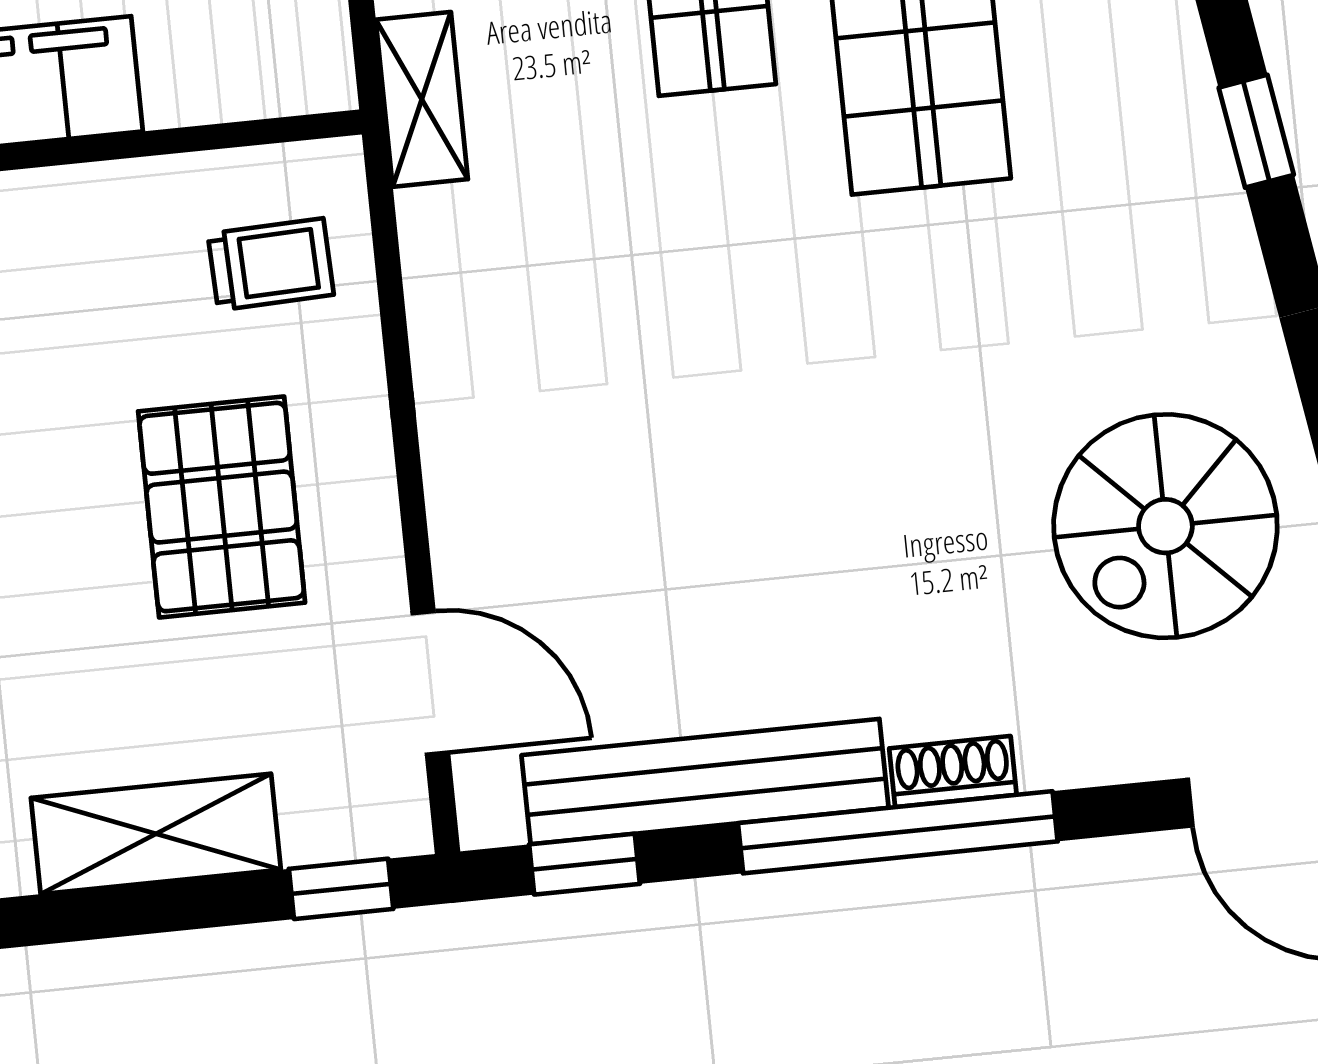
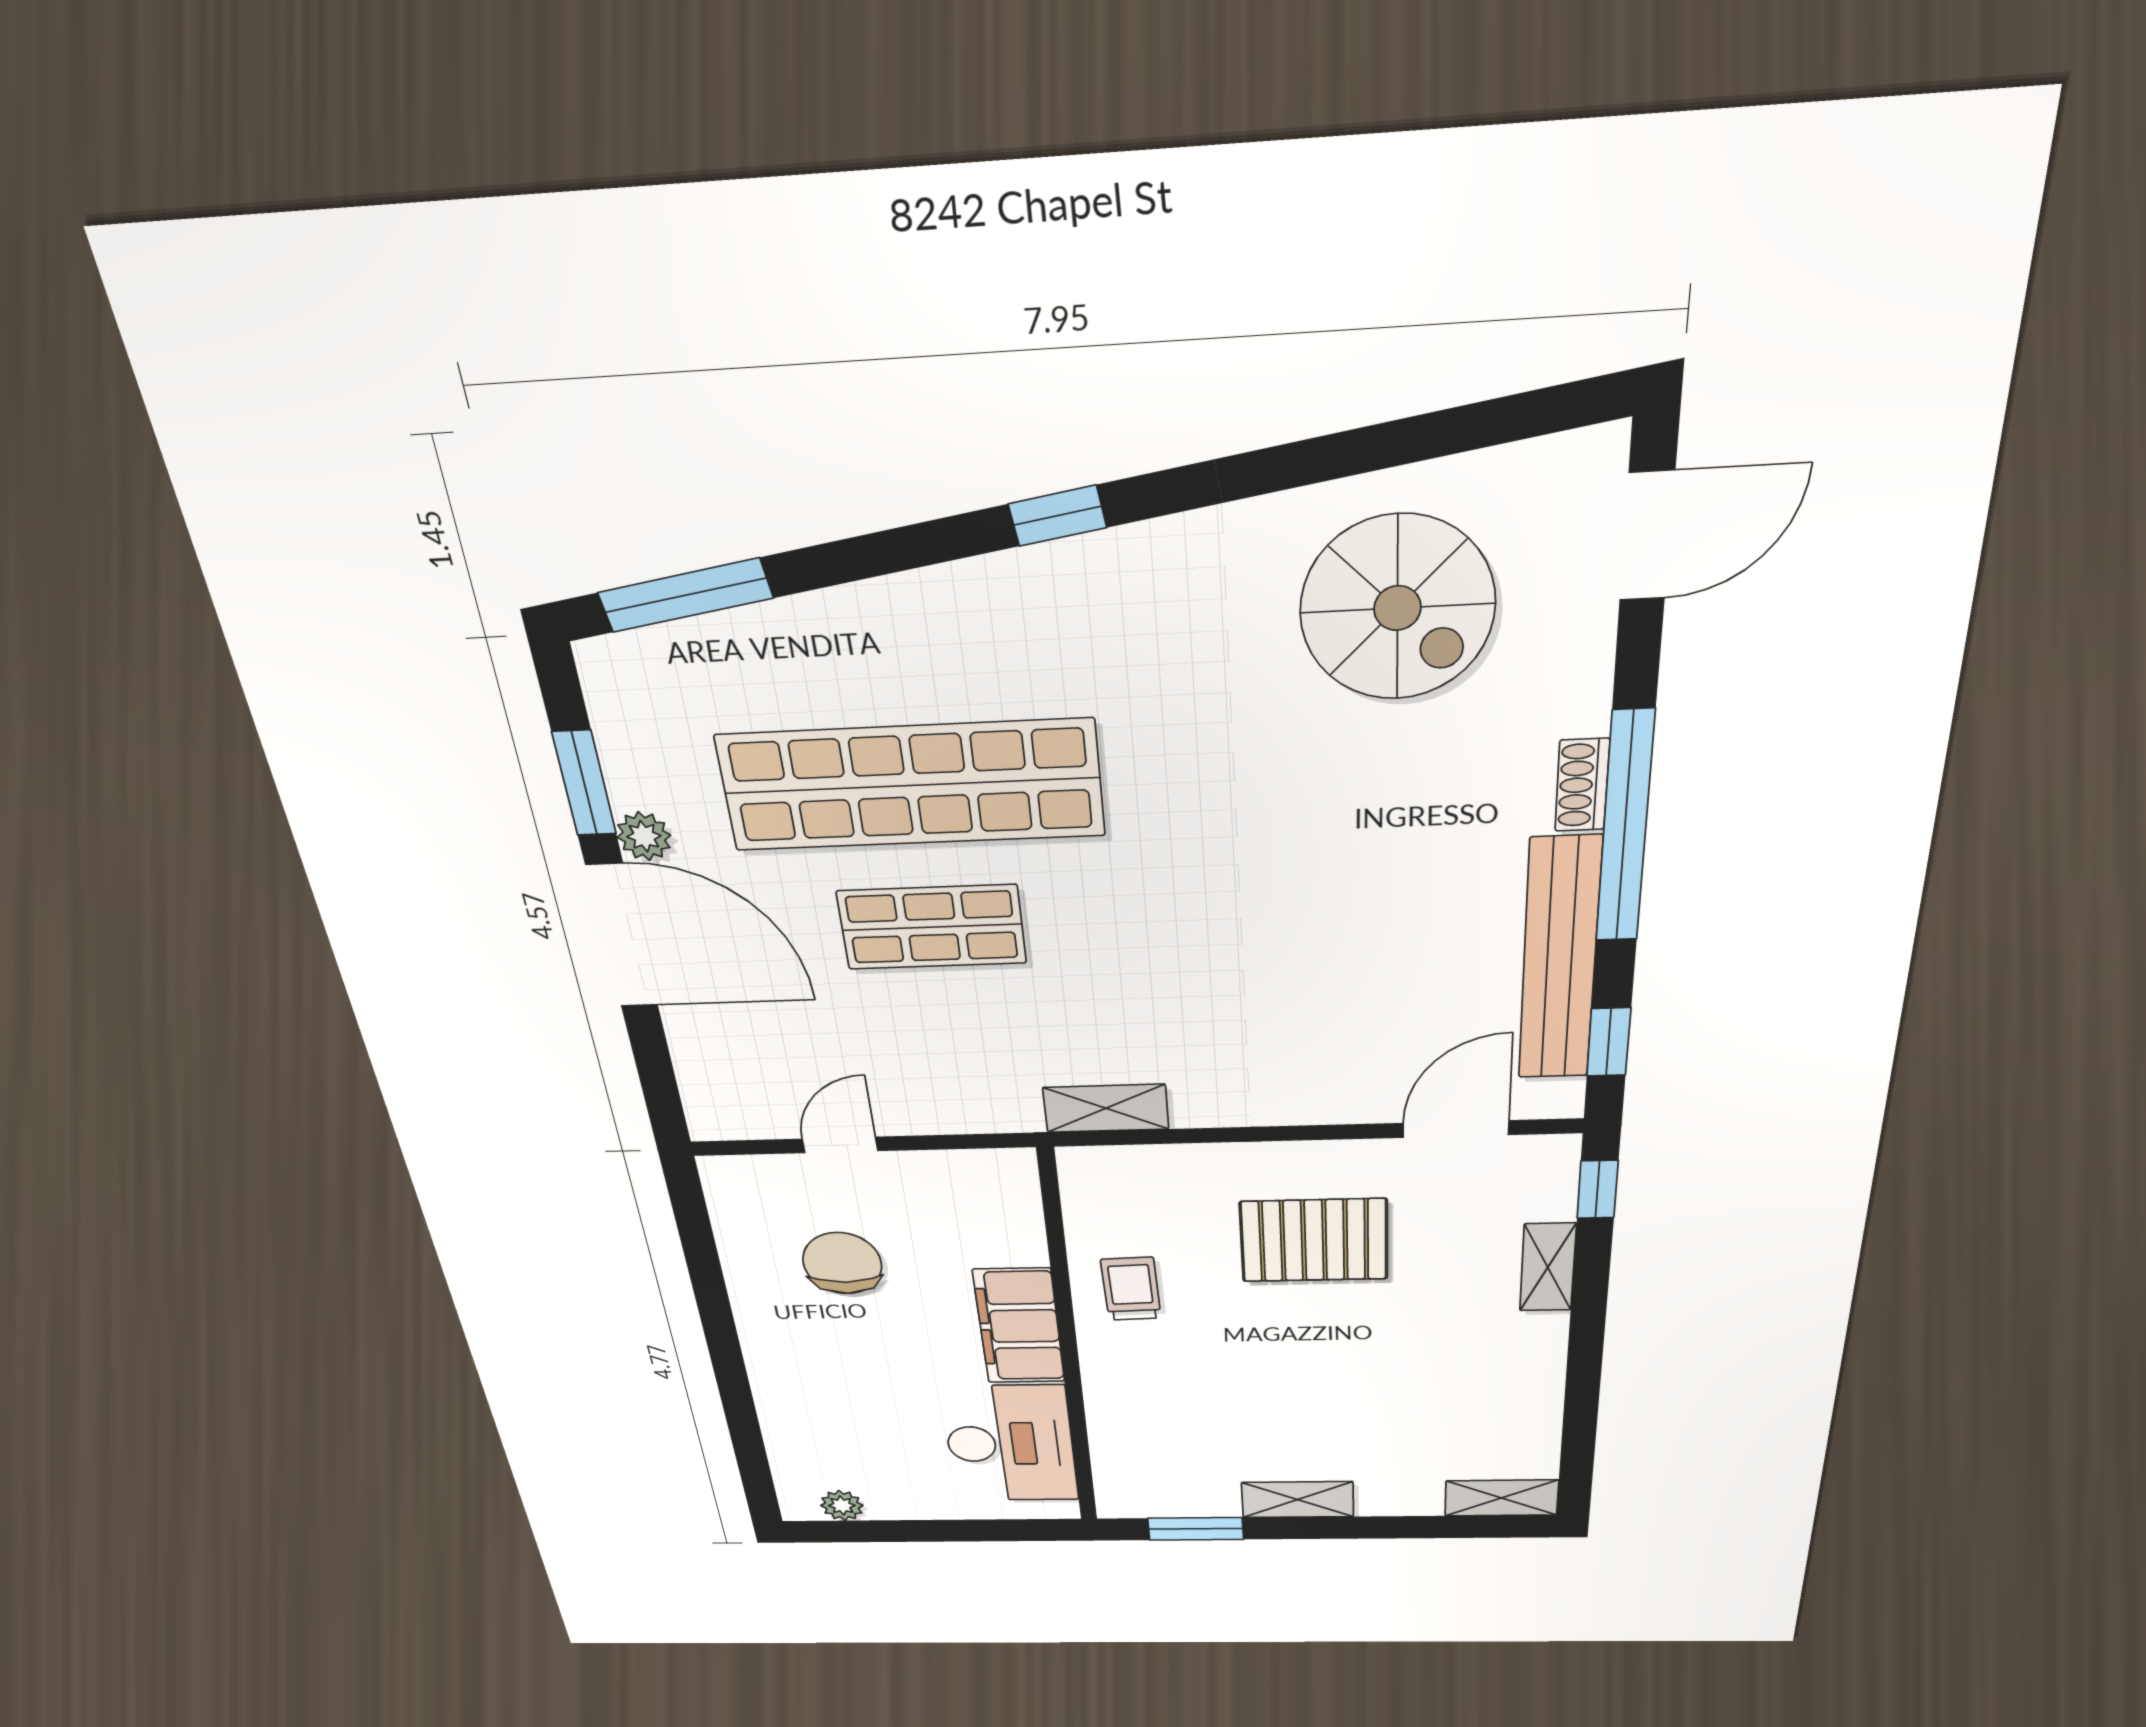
shelving: (422, 99) -> (1106, 1108), moved
trolley: (271, 264) -> (1131, 1289), moved
shelving: (156, 834) -> (1548, 1267), width x0.67, depth x0.75

